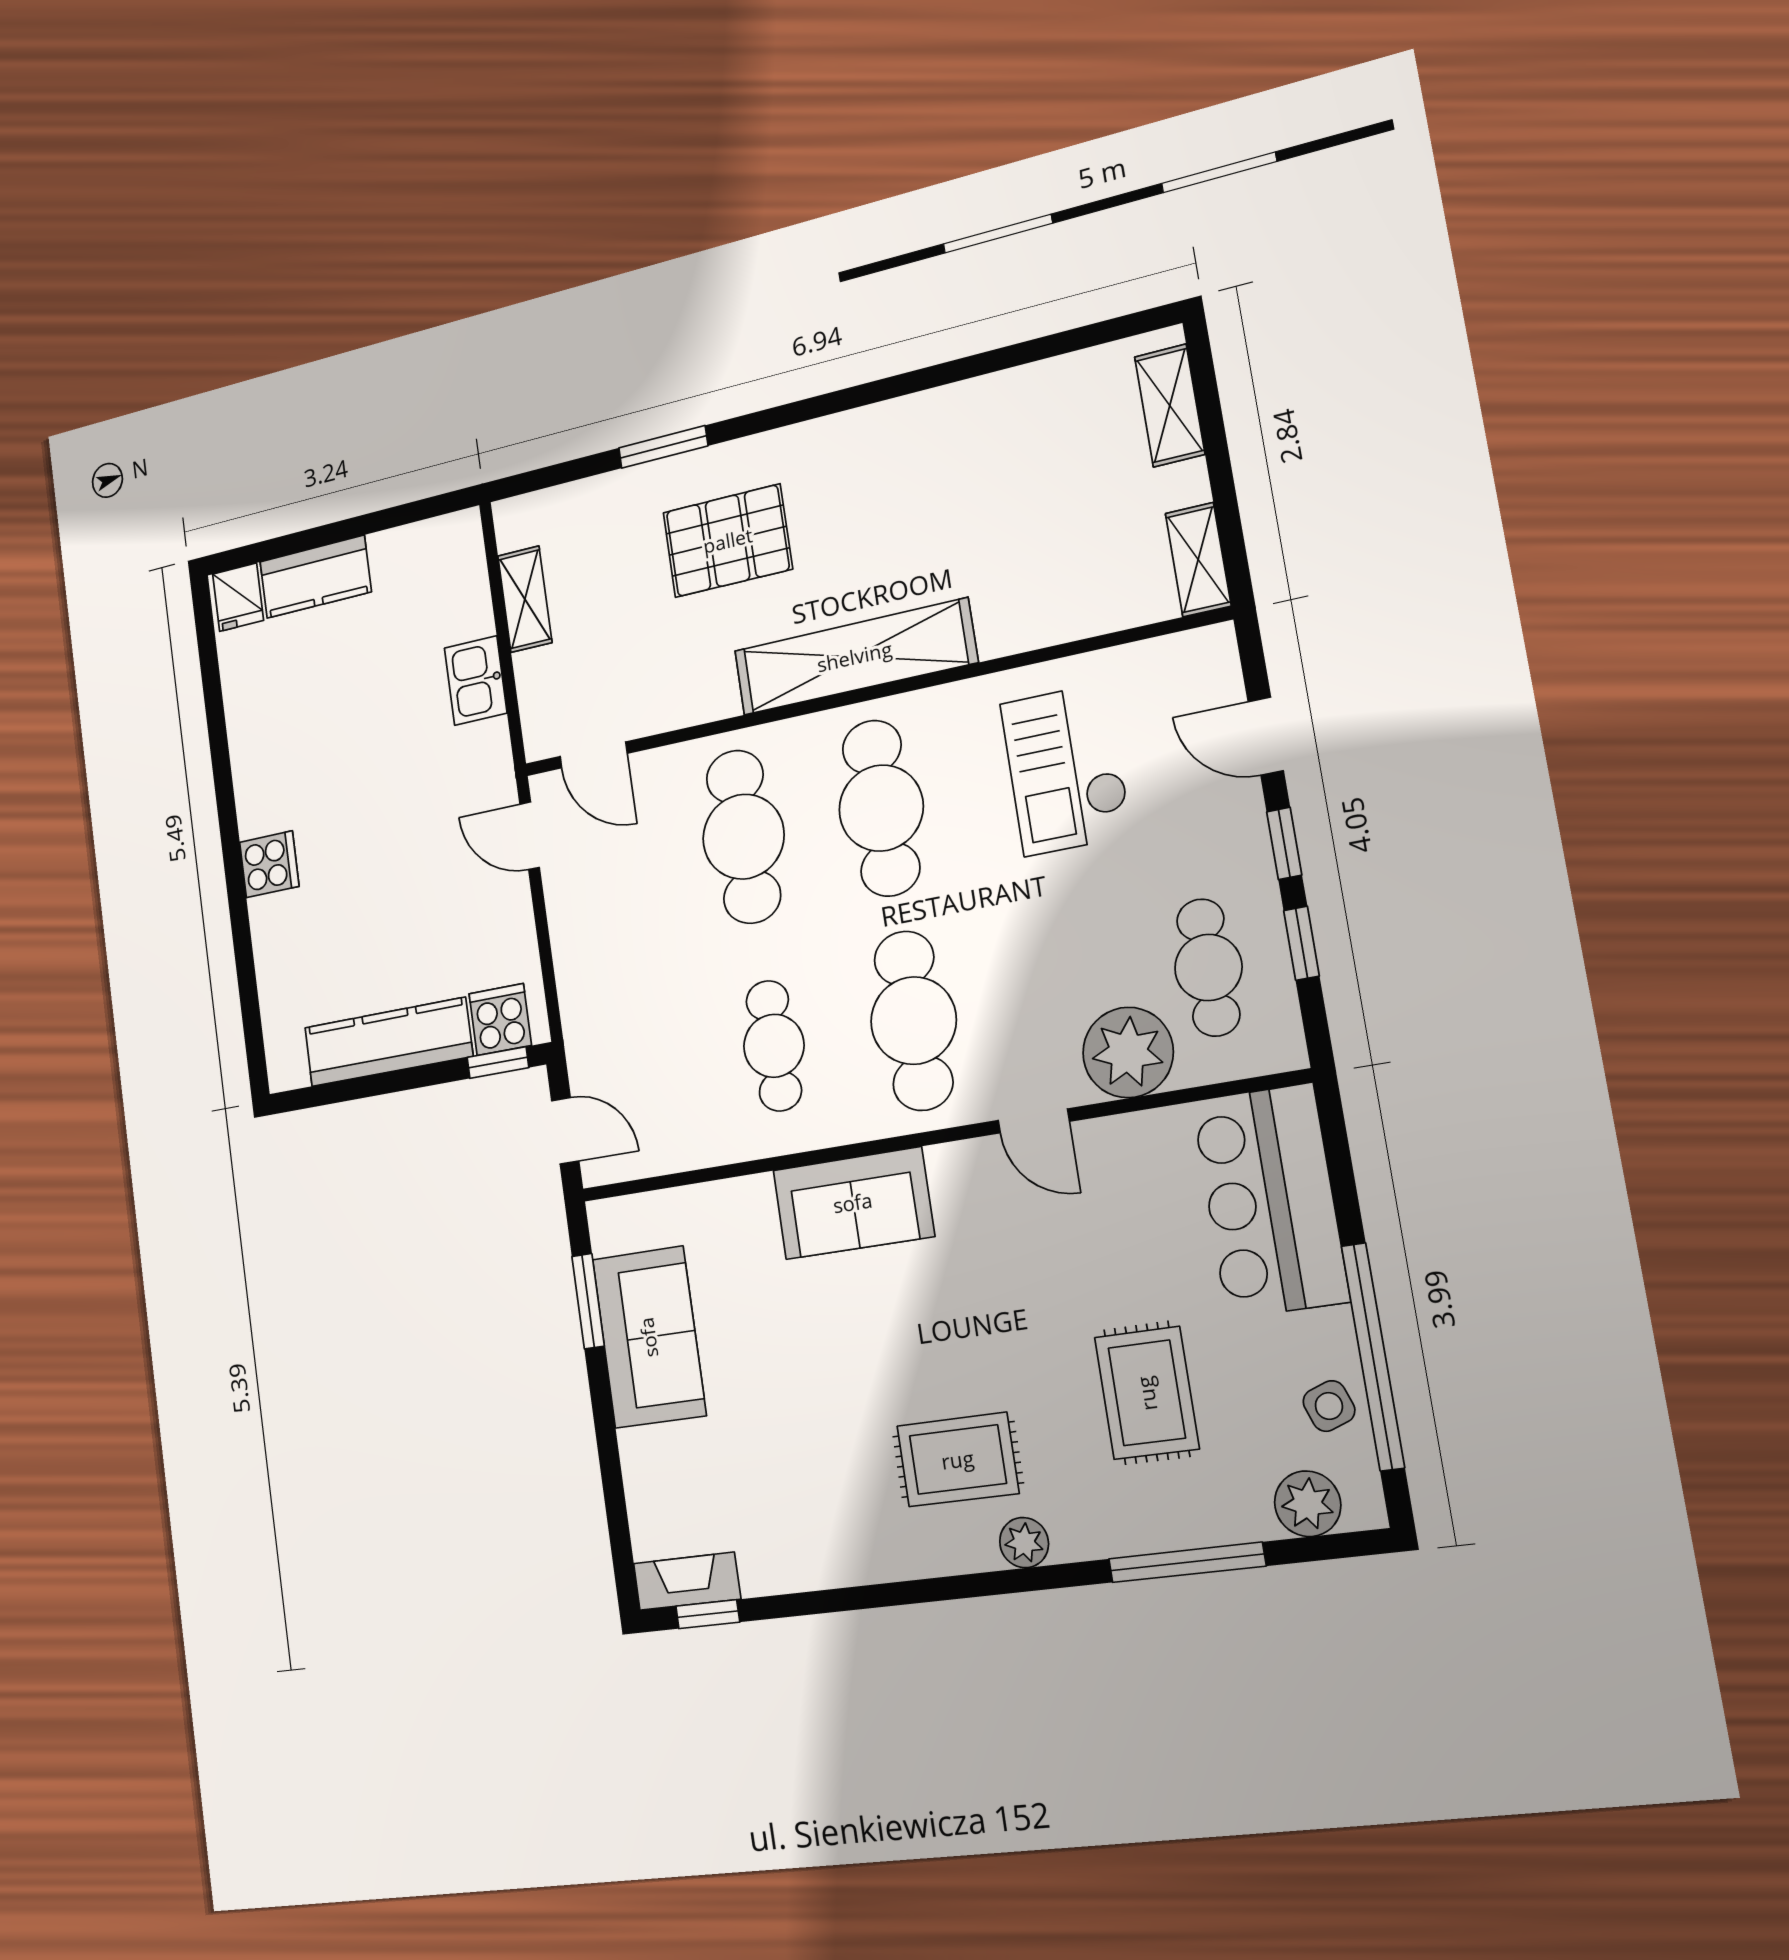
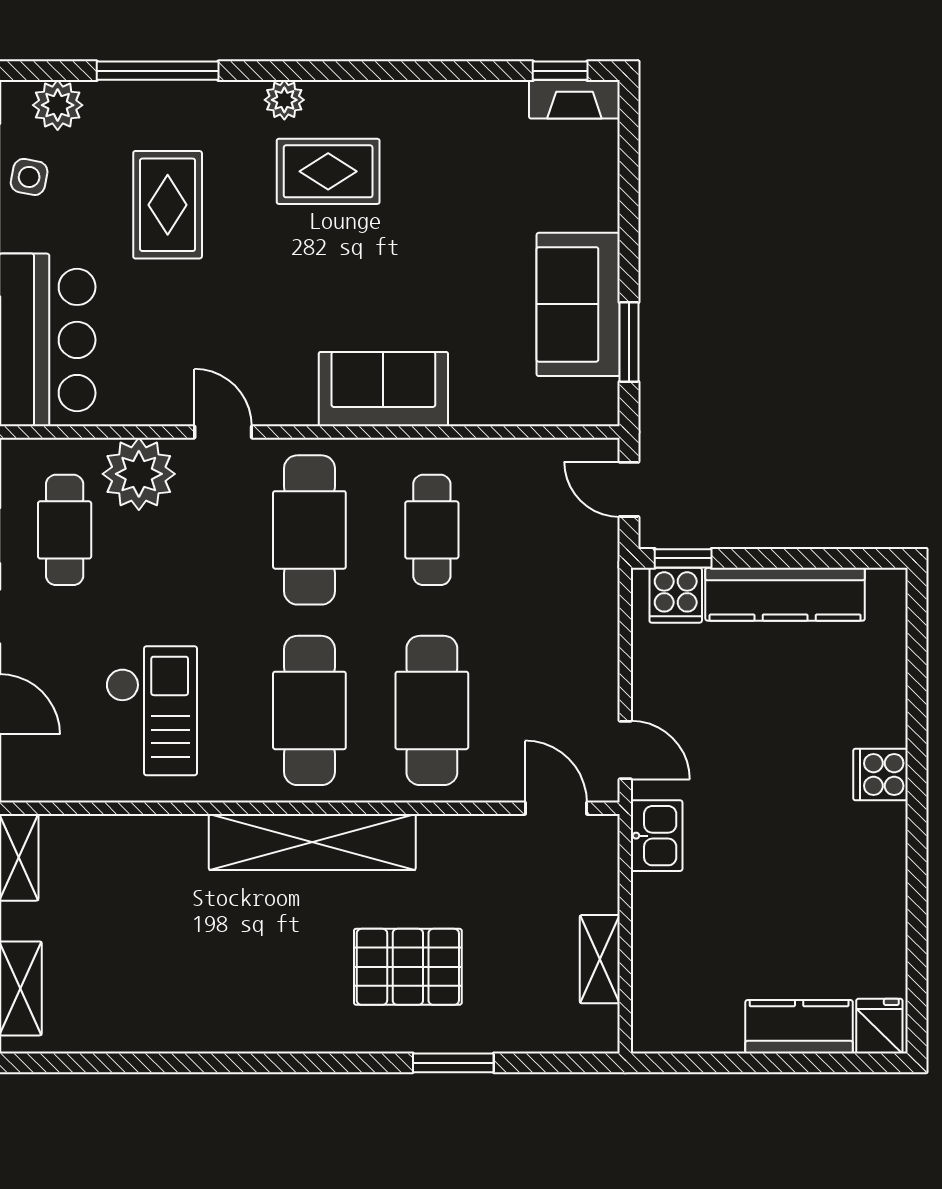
kitchen sink: (476, 680) -> (657, 836), moved
side table: (1329, 1406) -> (29, 177), turned 31

